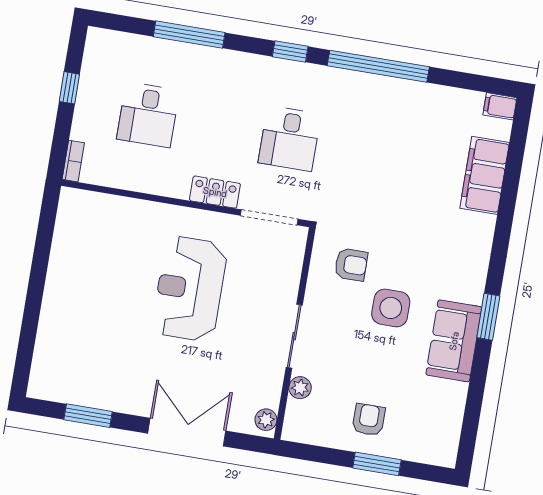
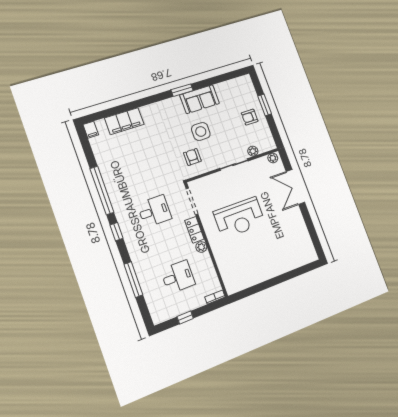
plant: (177, 187) -> (201, 247), added
window: (88, 416) -> (312, 230), removed

